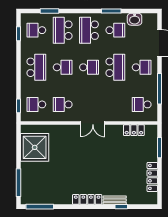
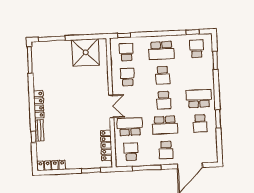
washbasin: (135, 19) -> (211, 141), removed
school desk: (63, 30) -> (130, 127), moved
double door: (93, 123) -> (111, 106), swing flipped
locker: (134, 130) -> (106, 145), width x1.53
locker: (152, 177) -> (51, 165), moved

